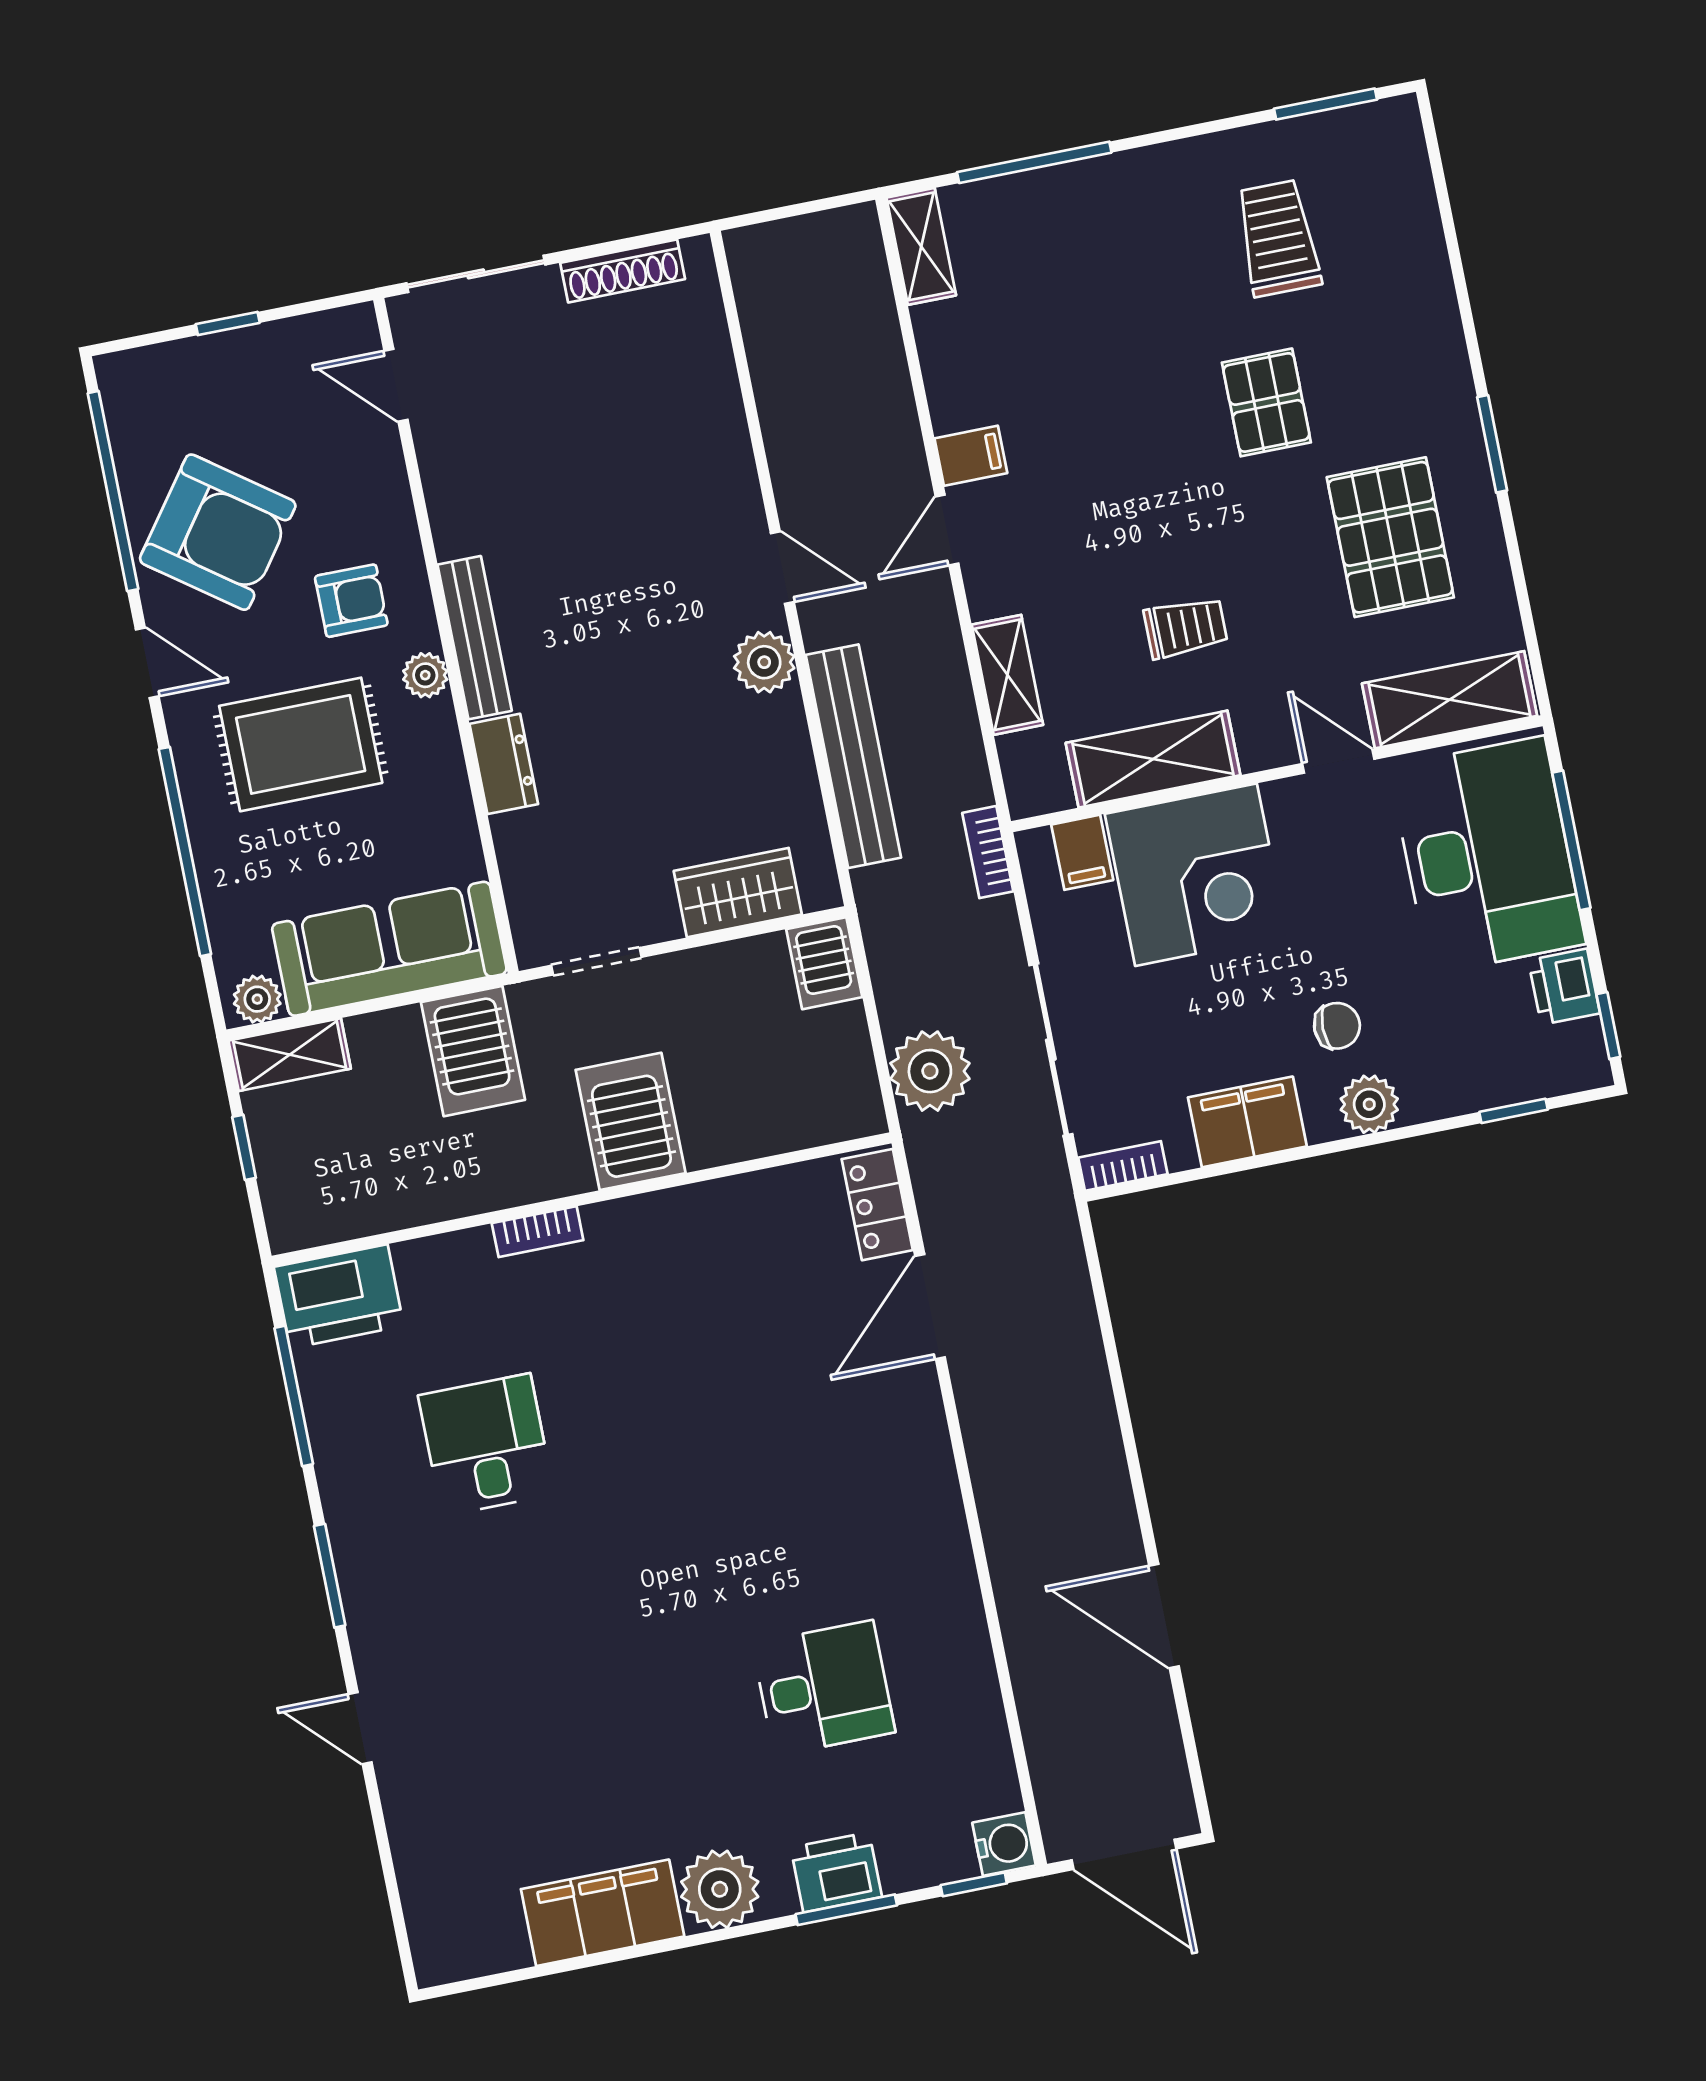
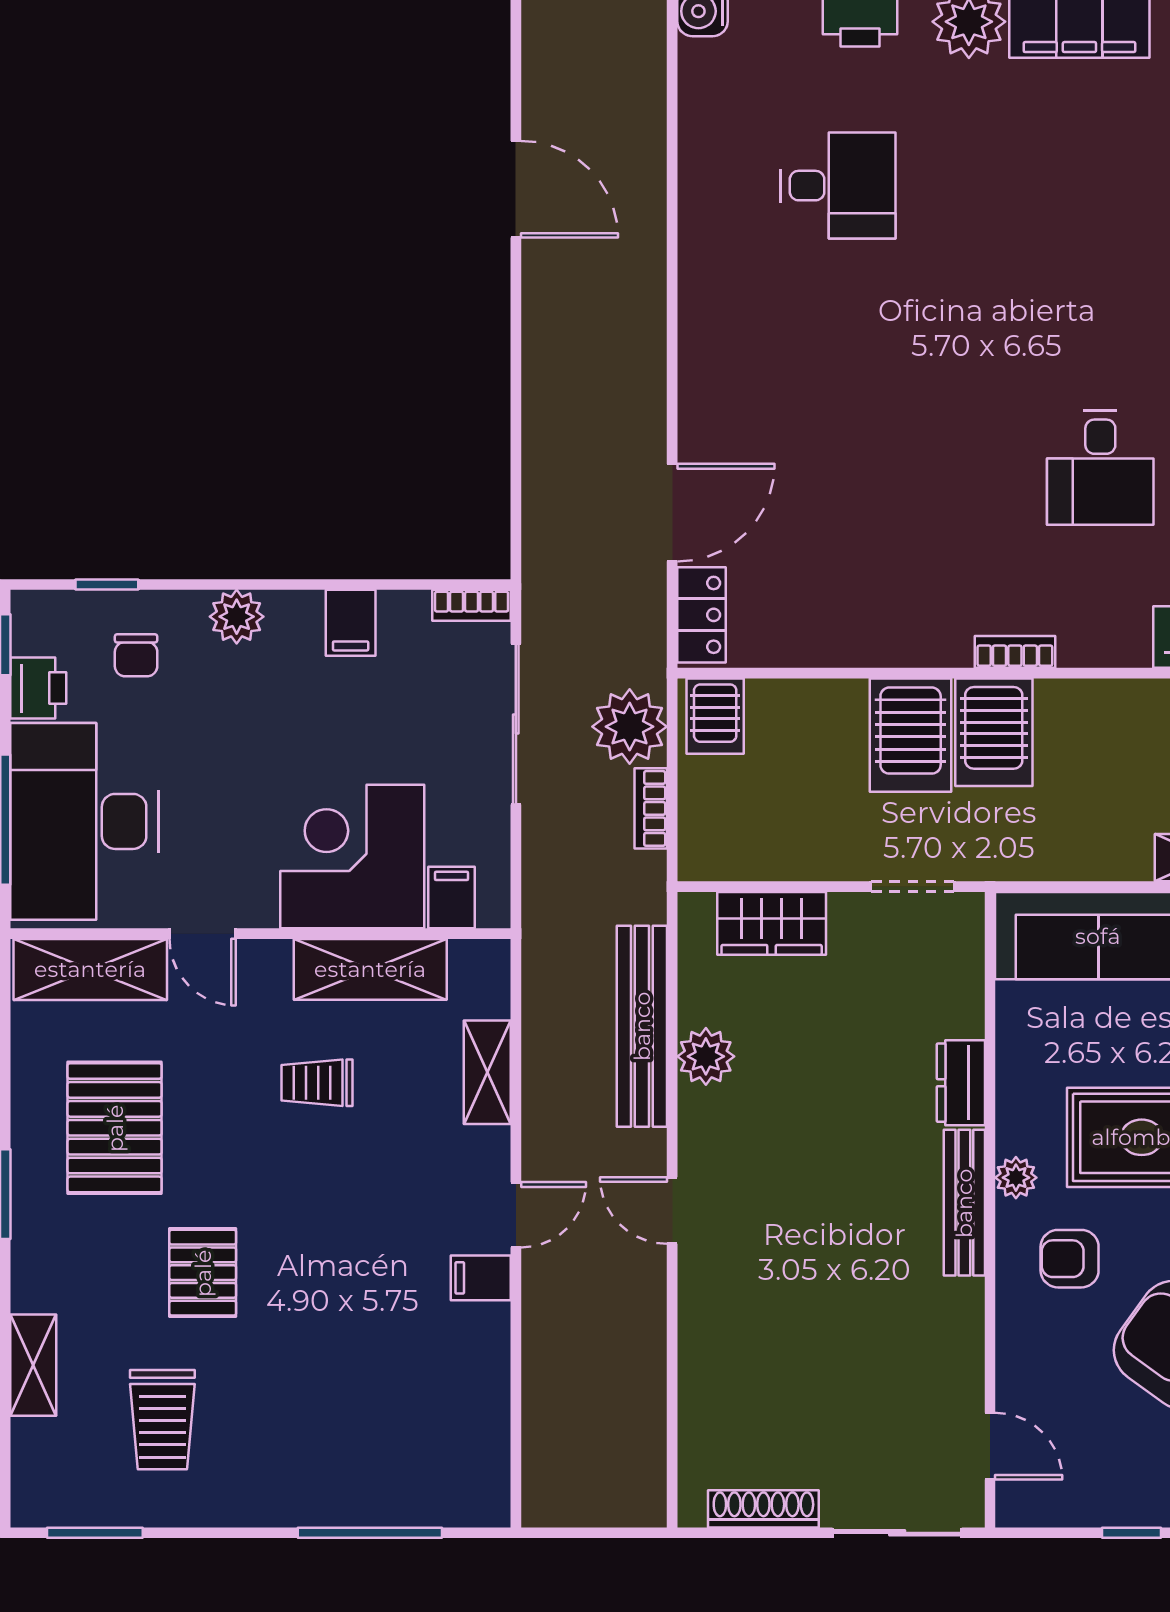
shelving: (921, 246) -> (33, 1365), moved
plant: (764, 662) -> (706, 1056), moved
bookcase: (988, 852) -> (651, 808), moved, turned 180
server rack: (824, 963) -> (715, 716), moved, turned 180
chair: (1337, 1026) -> (136, 655), moved, turned -90
server rack: (473, 1051) -> (994, 732), moved, turned 180
filing cabinet: (1247, 1122) -> (351, 623), width x0.50
desk: (824, 1688) -> (838, 186), turned 180

